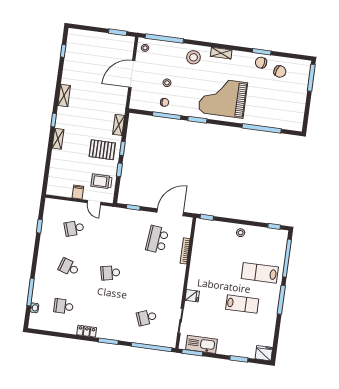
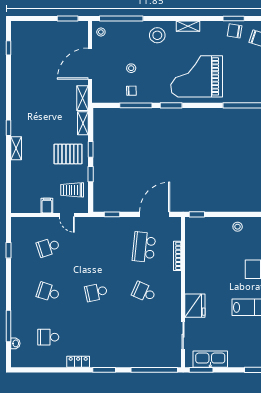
shelving: (64, 96) -> (83, 98), moved
fridge: (192, 296) -> (195, 306), width x1.88, depth x1.34
school desk: (147, 318) -> (144, 292), moved, turned 45

